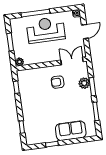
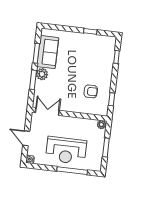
door: (85, 32) -> (26, 138), hinge flipped
double door: (72, 61) -> (47, 112), swing flipped
armchair: (58, 82) -> (91, 91), moved
plant: (84, 83) -> (42, 74), moved
sofa: (71, 131) -> (48, 52), moved, turned -90

